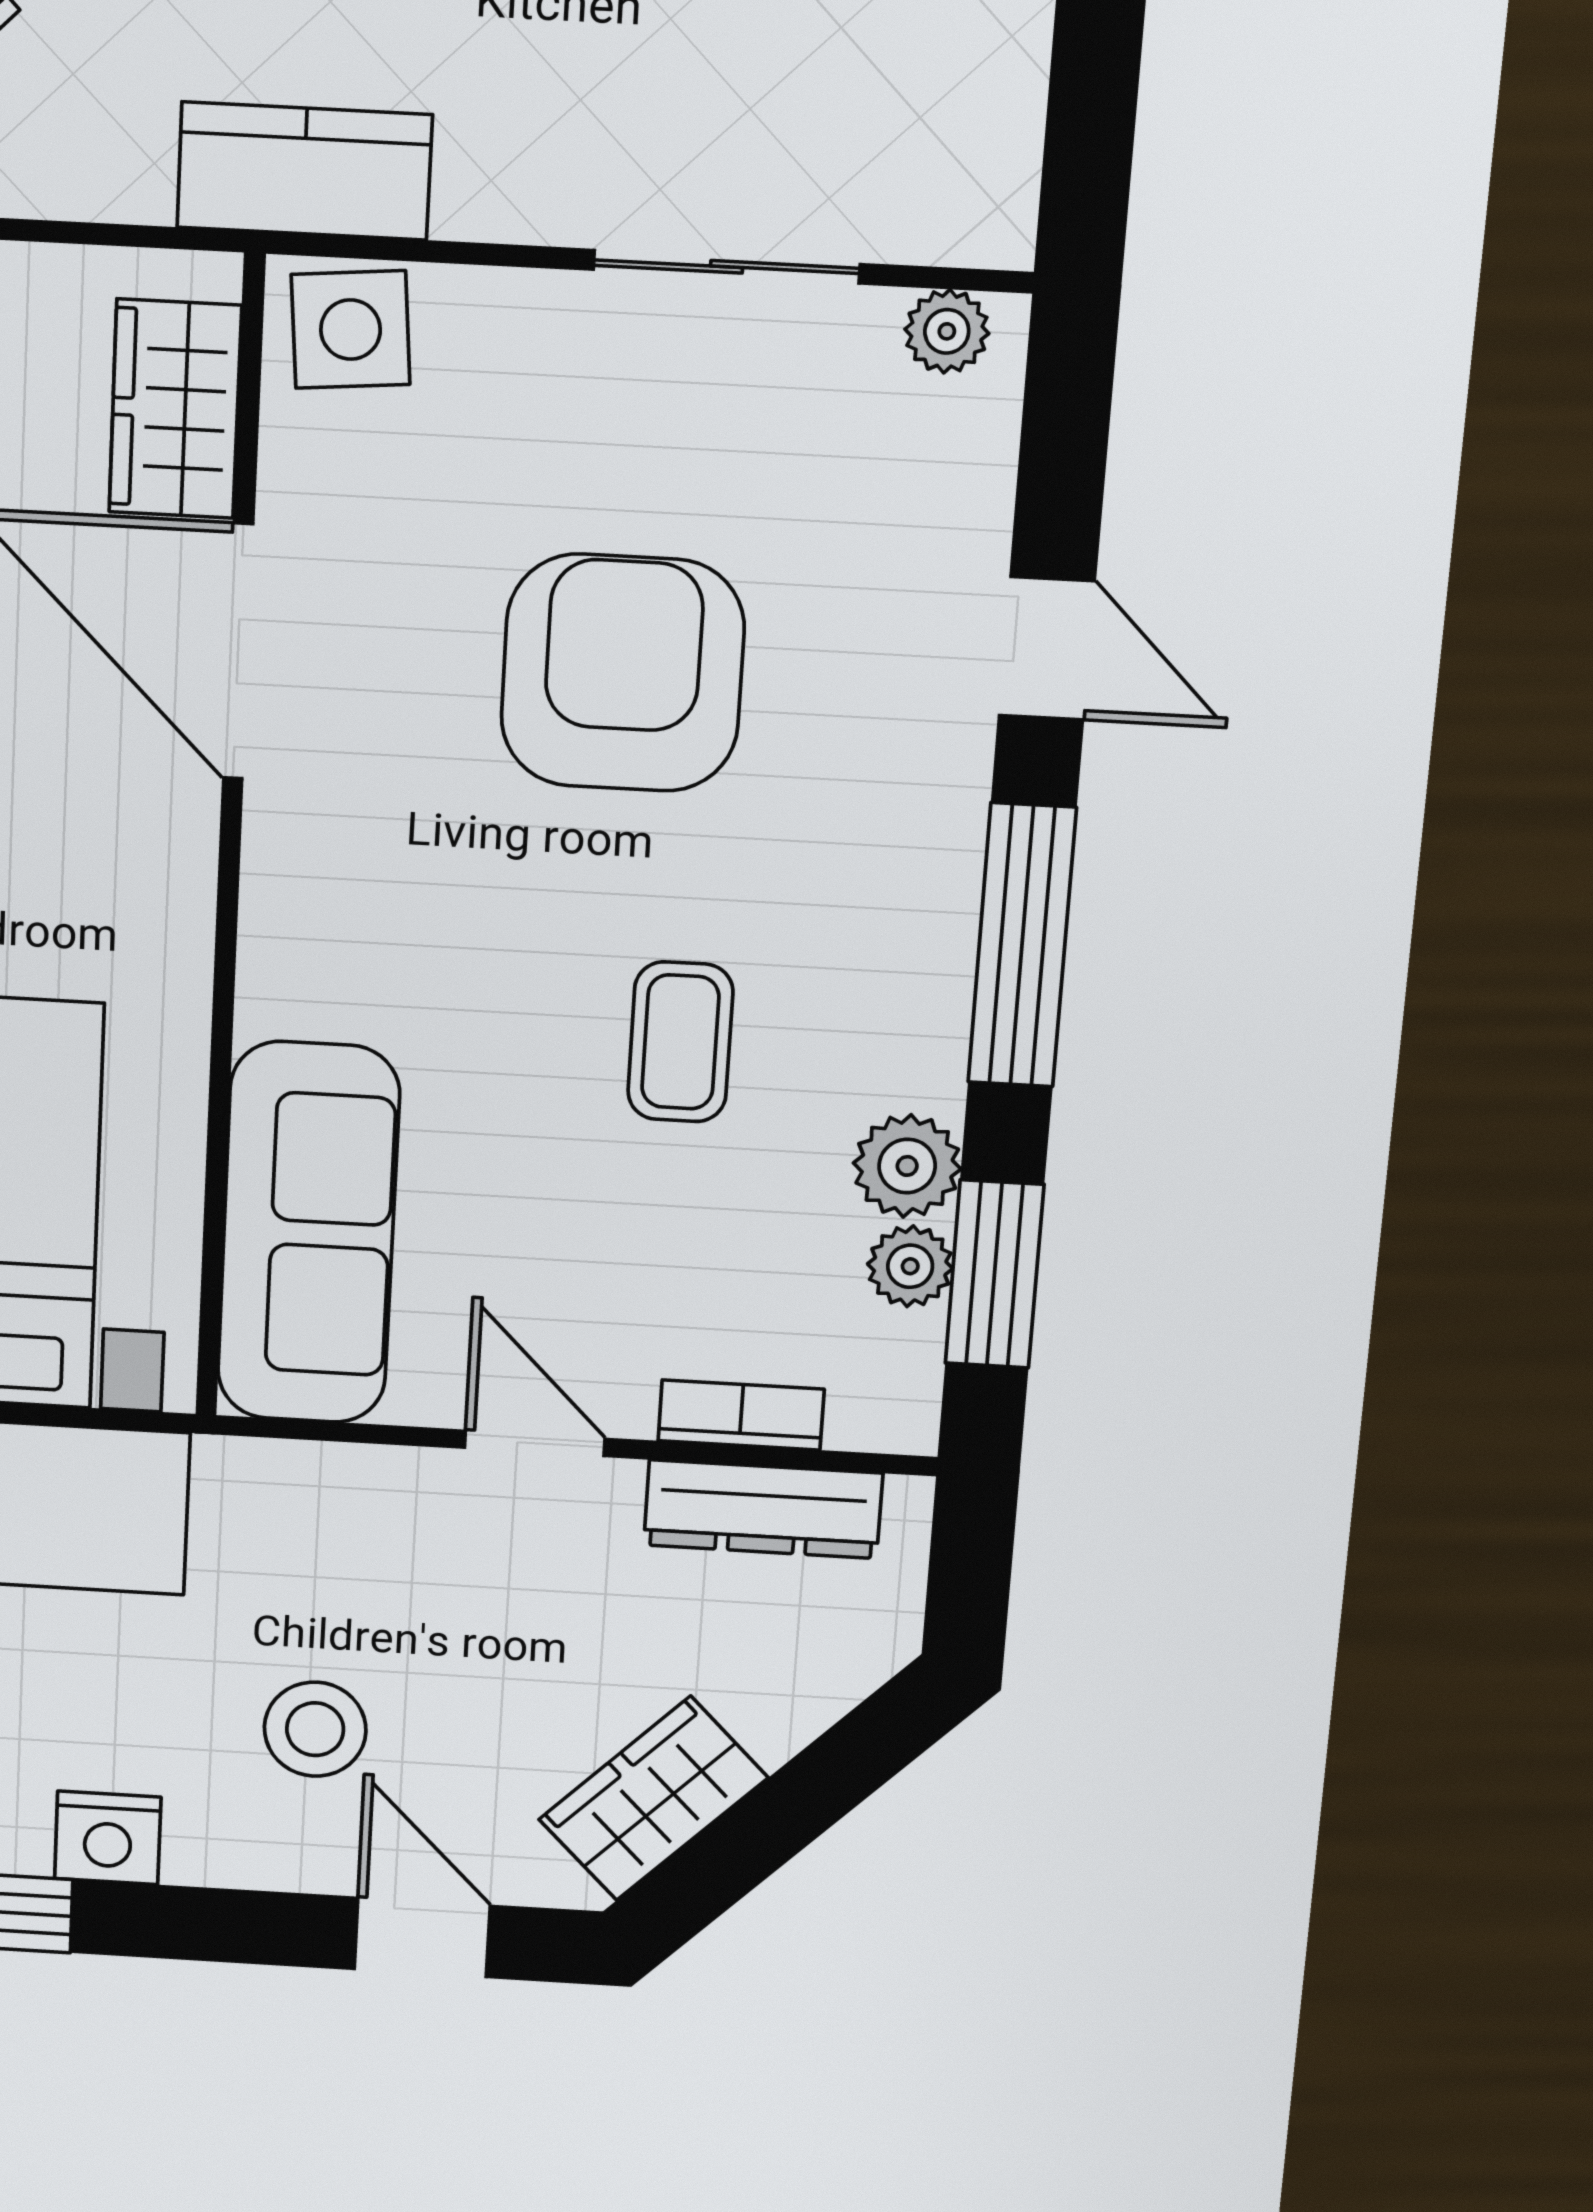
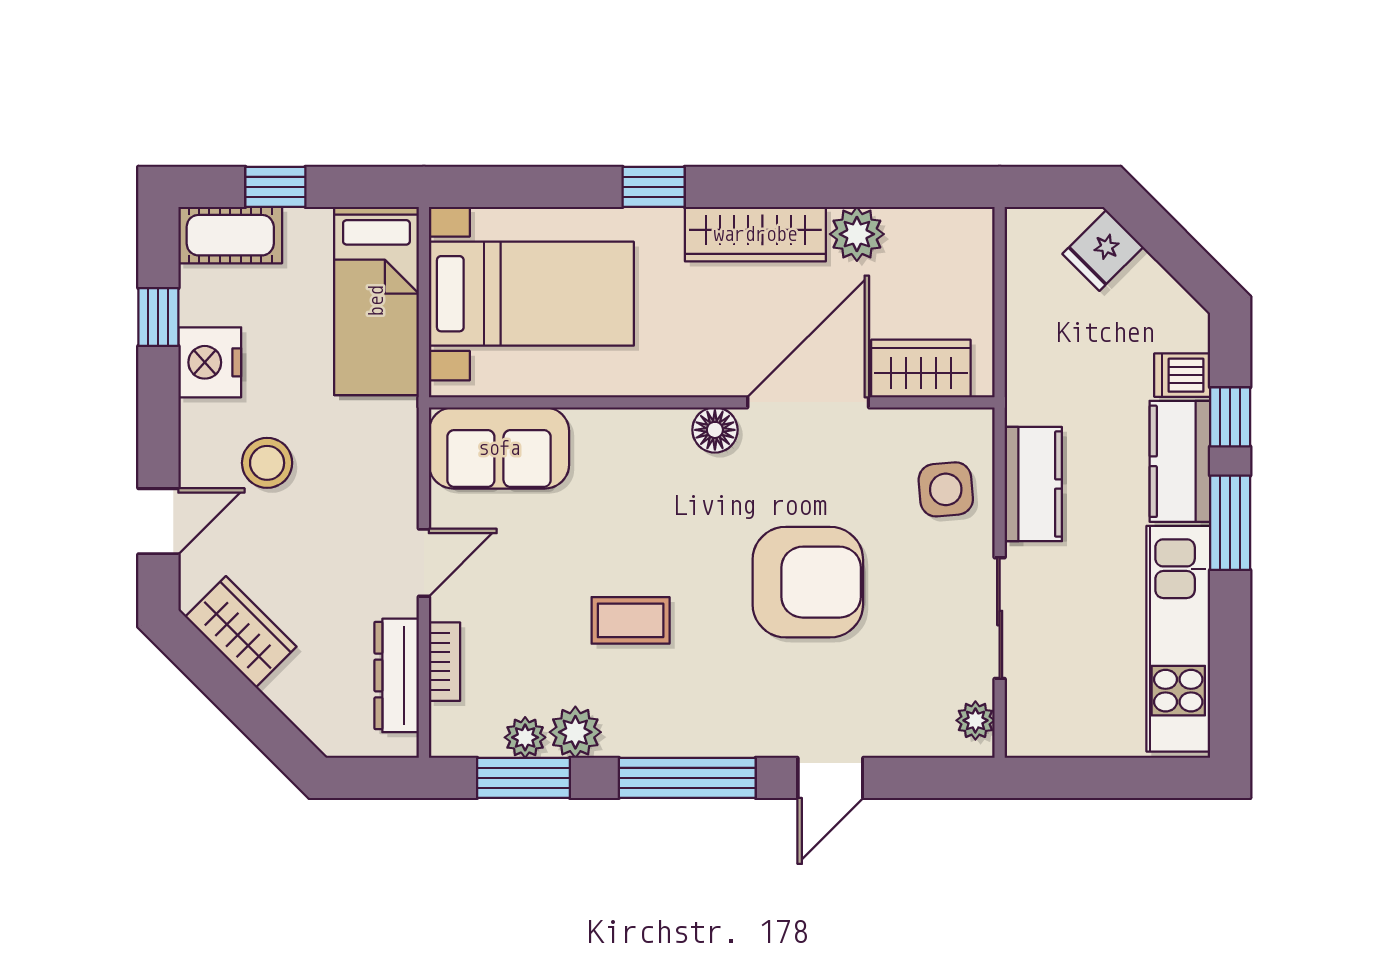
kitchen counter: (304, 171) -> (1033, 484), moved
side table: (351, 330) -> (946, 489), moved
floor lamp: (288, 848) -> (715, 430), added
sofa: (308, 1233) -> (499, 448), width x0.73
nightstand: (108, 1838) -> (210, 362), width x1.36, depth x1.33

